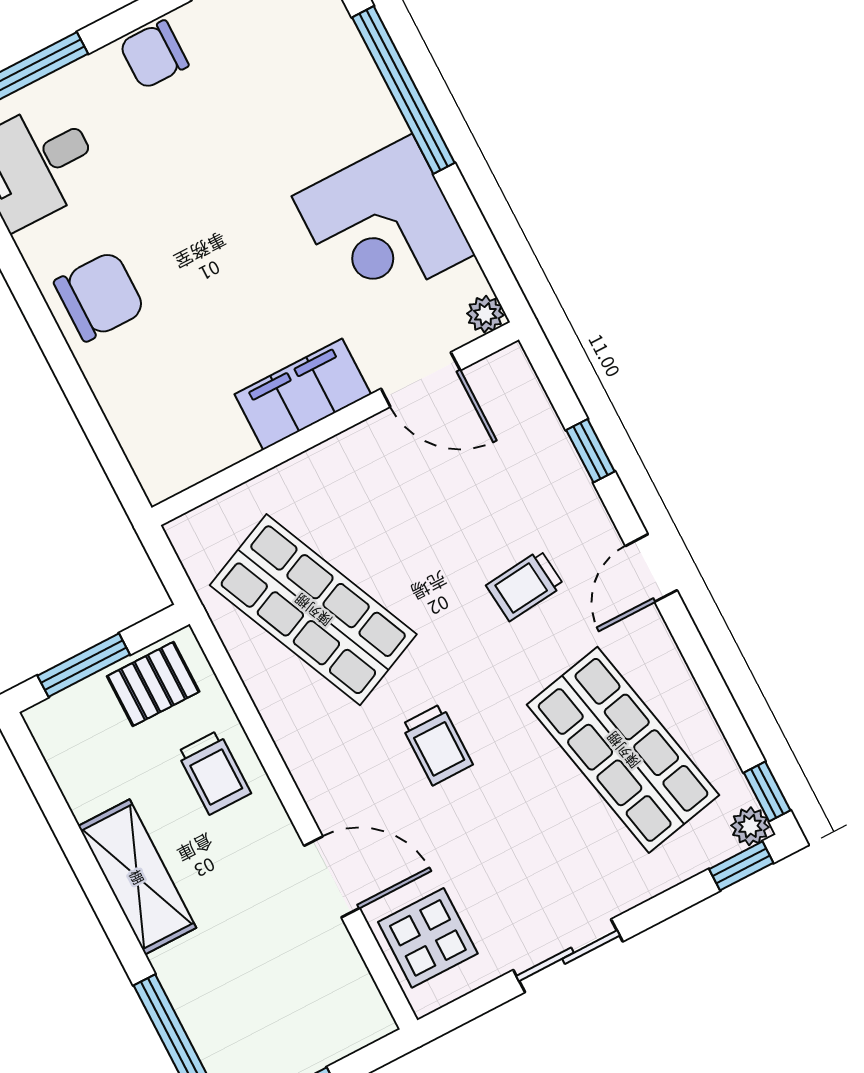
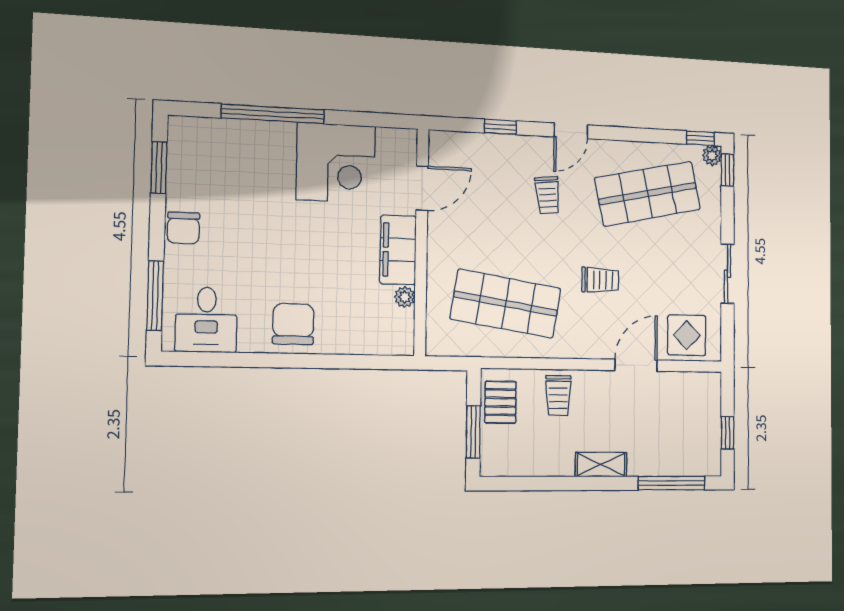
plant: (485, 314) -> (405, 297), moved
door: (651, 568) -> (571, 131), hinge flipped
shop shelf: (313, 610) -> (506, 304), turned 33
trolley: (214, 773) -> (558, 396), turned 90
shelving: (137, 877) -> (601, 464), width x0.67, depth x0.75

